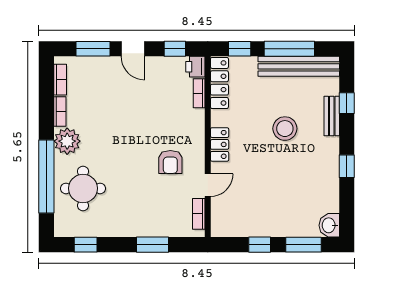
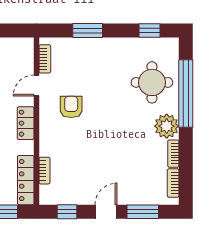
door: (133, 49) -> (106, 212), hinge flipped
printer: (195, 67) -> (48, 195), removed

